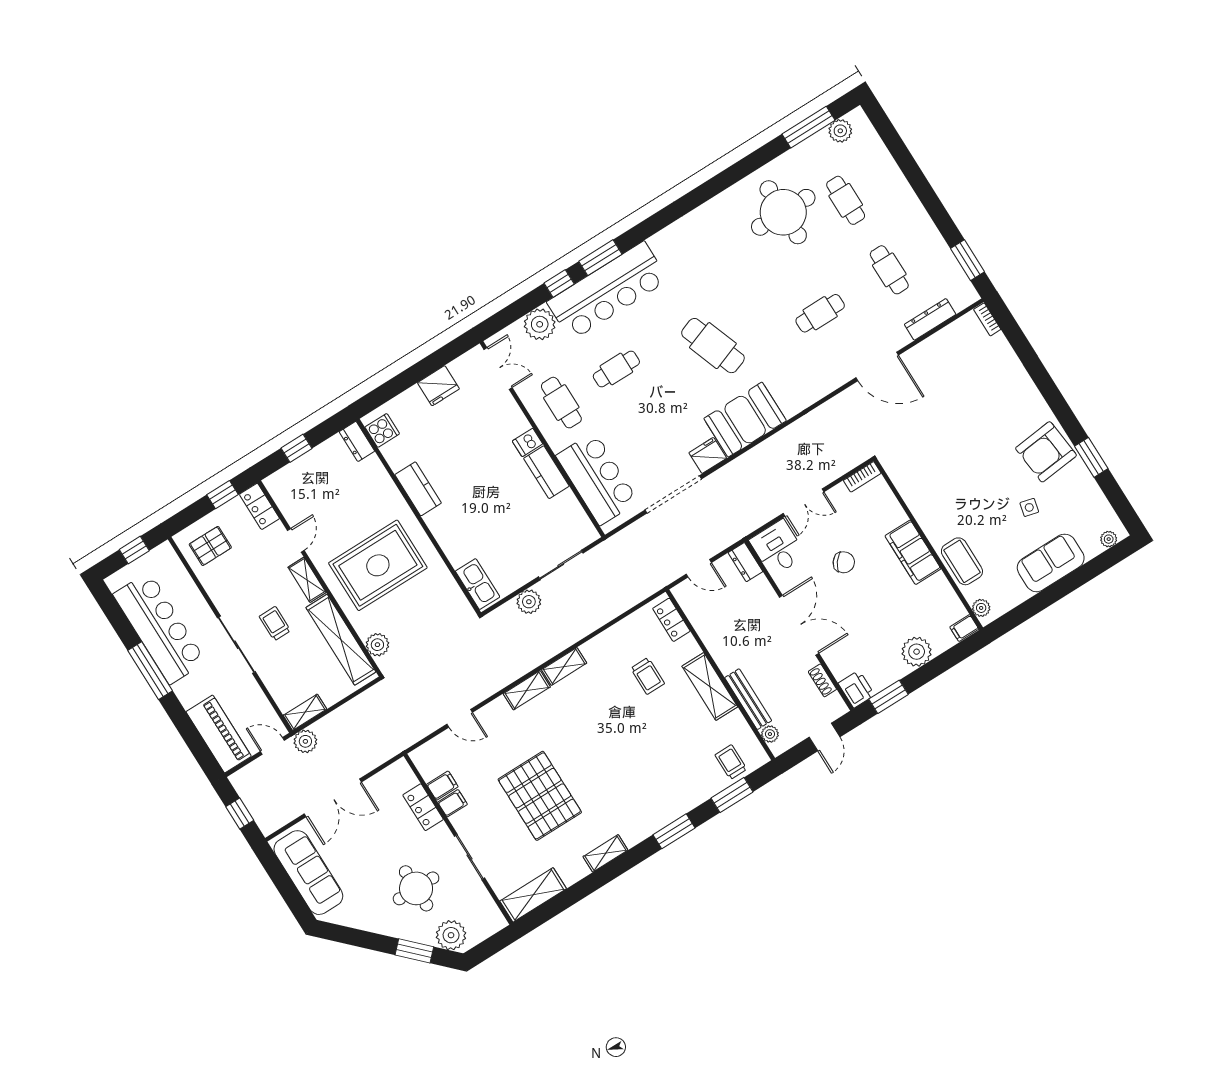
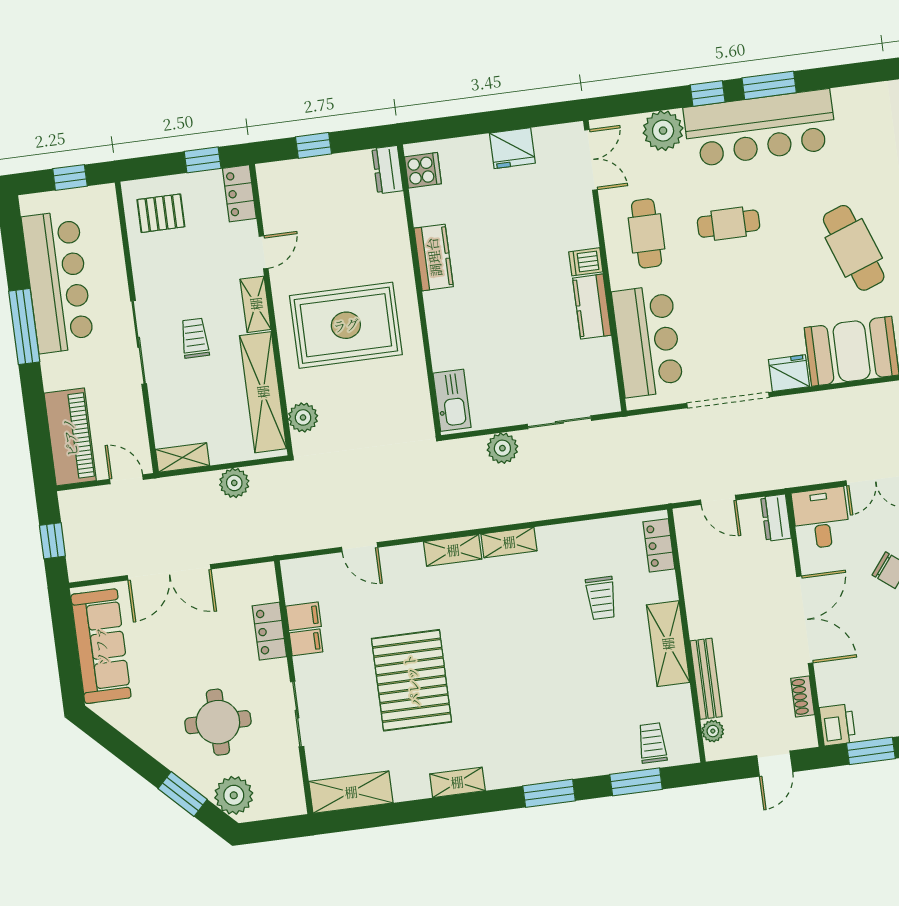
plant: (305, 741) -> (234, 483), moved

